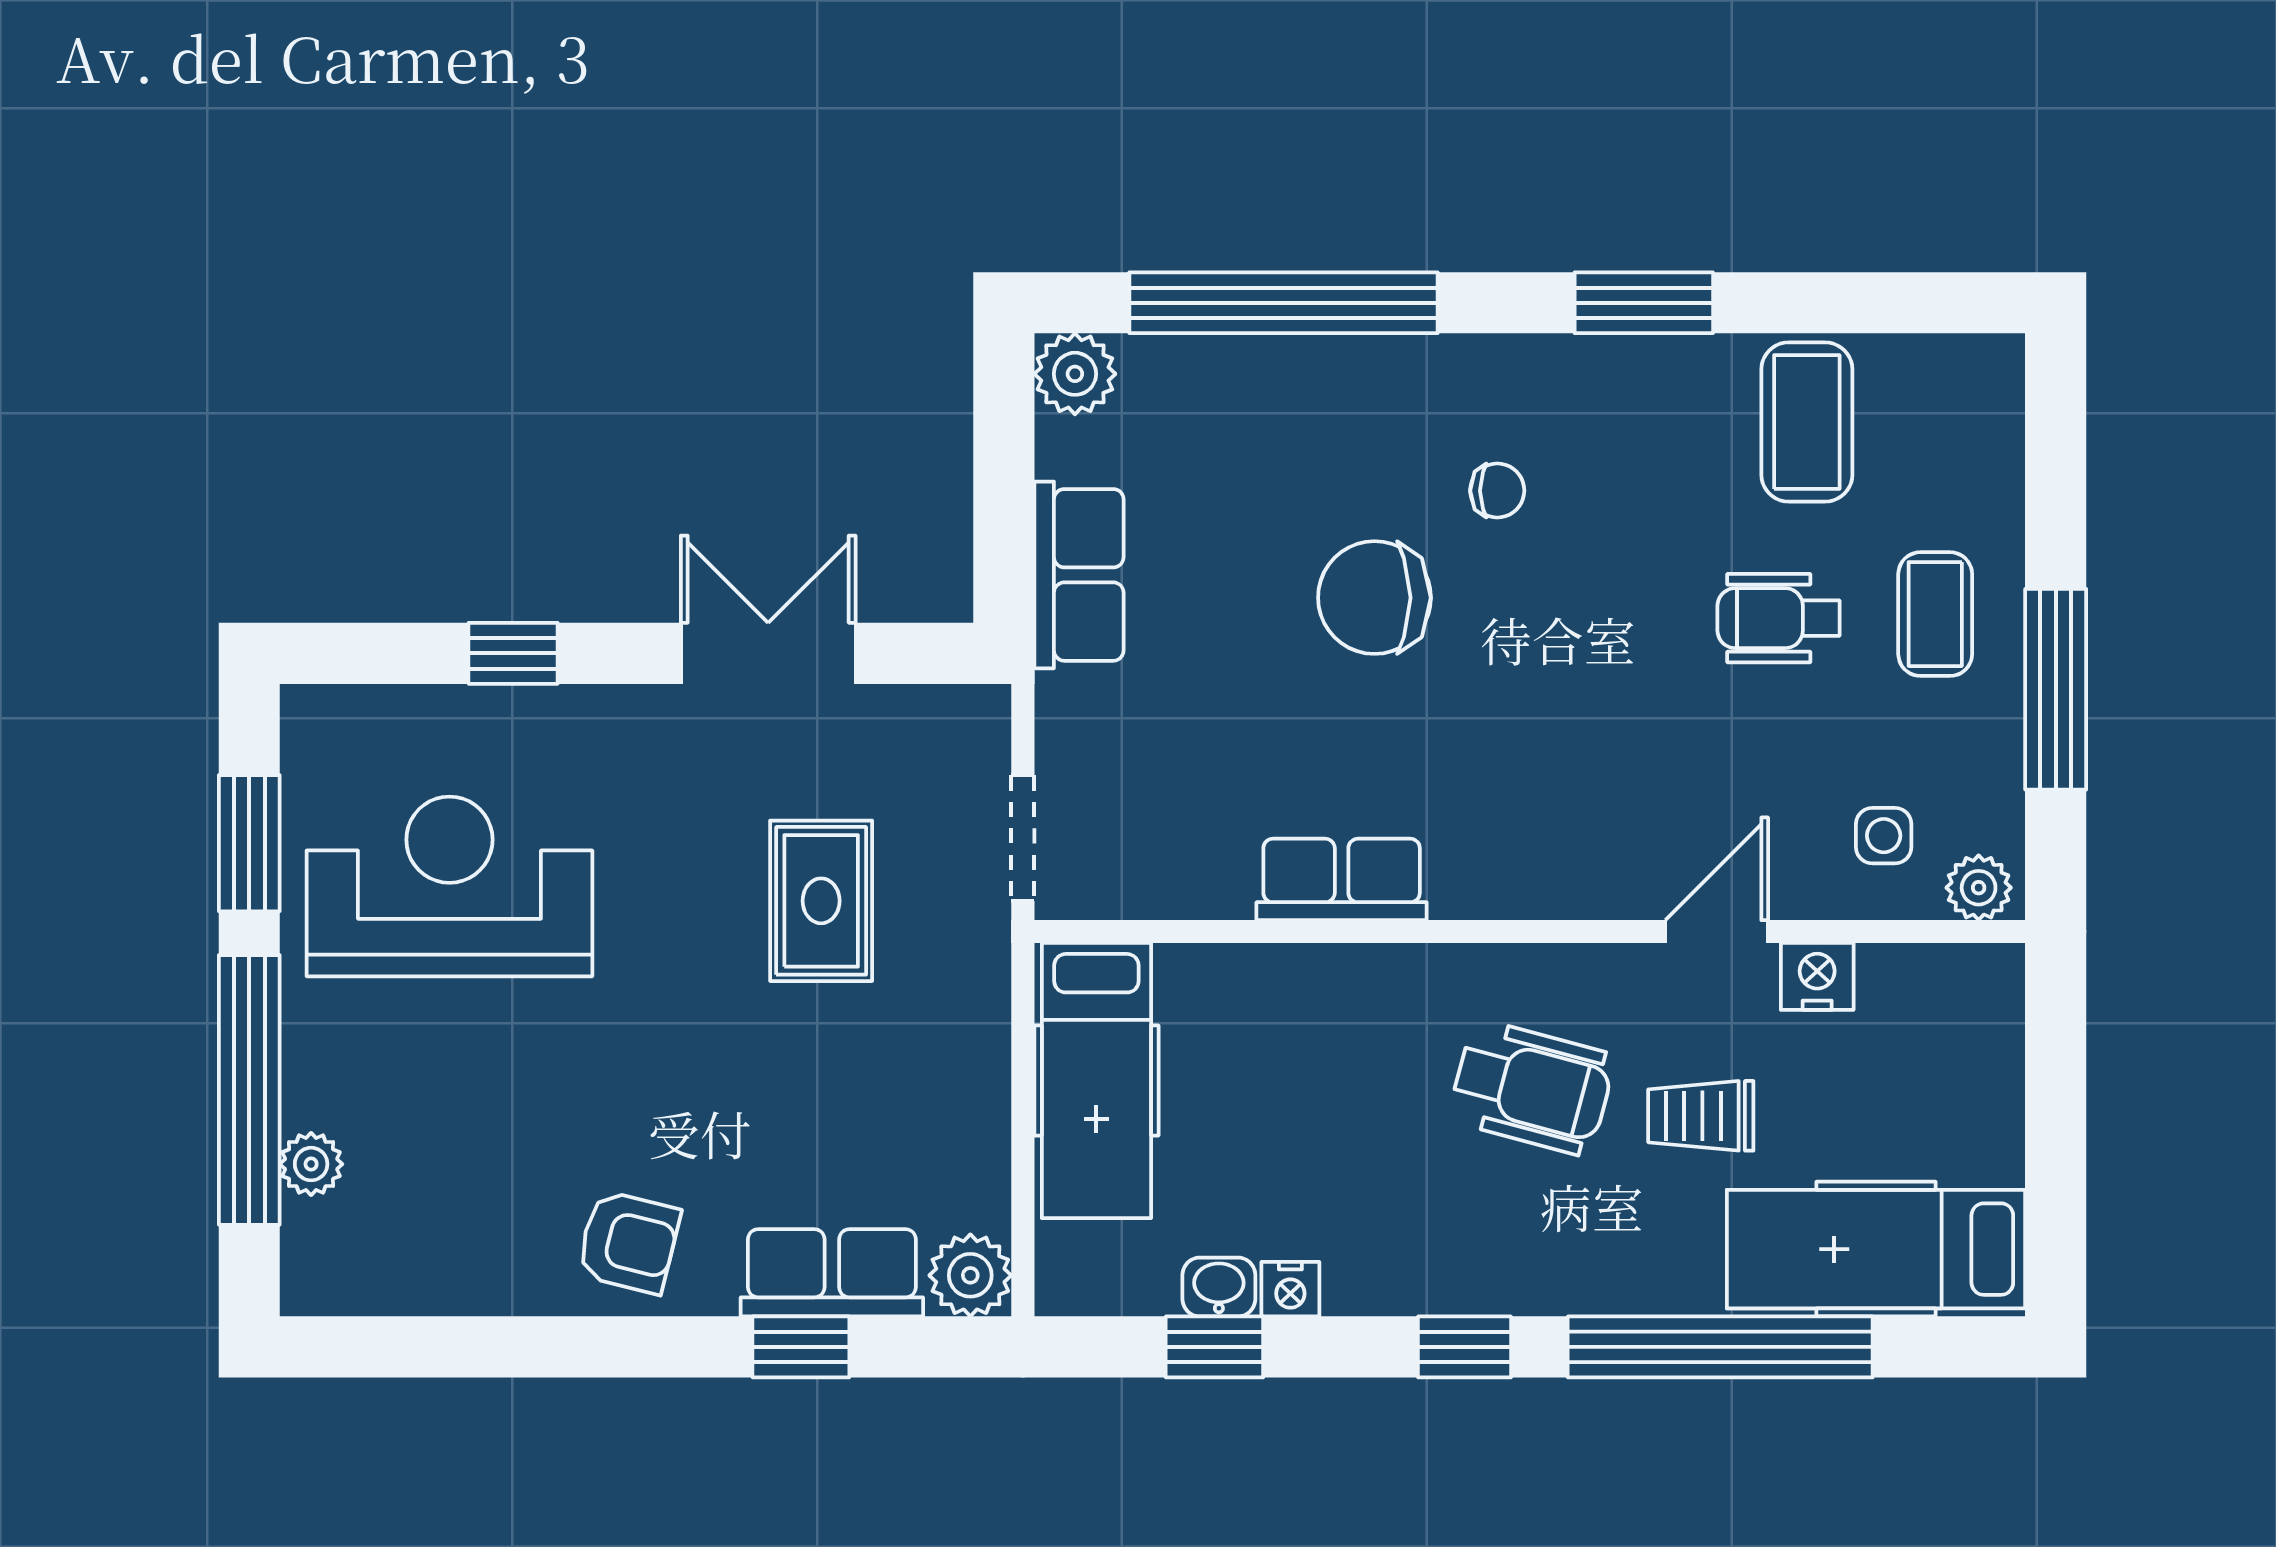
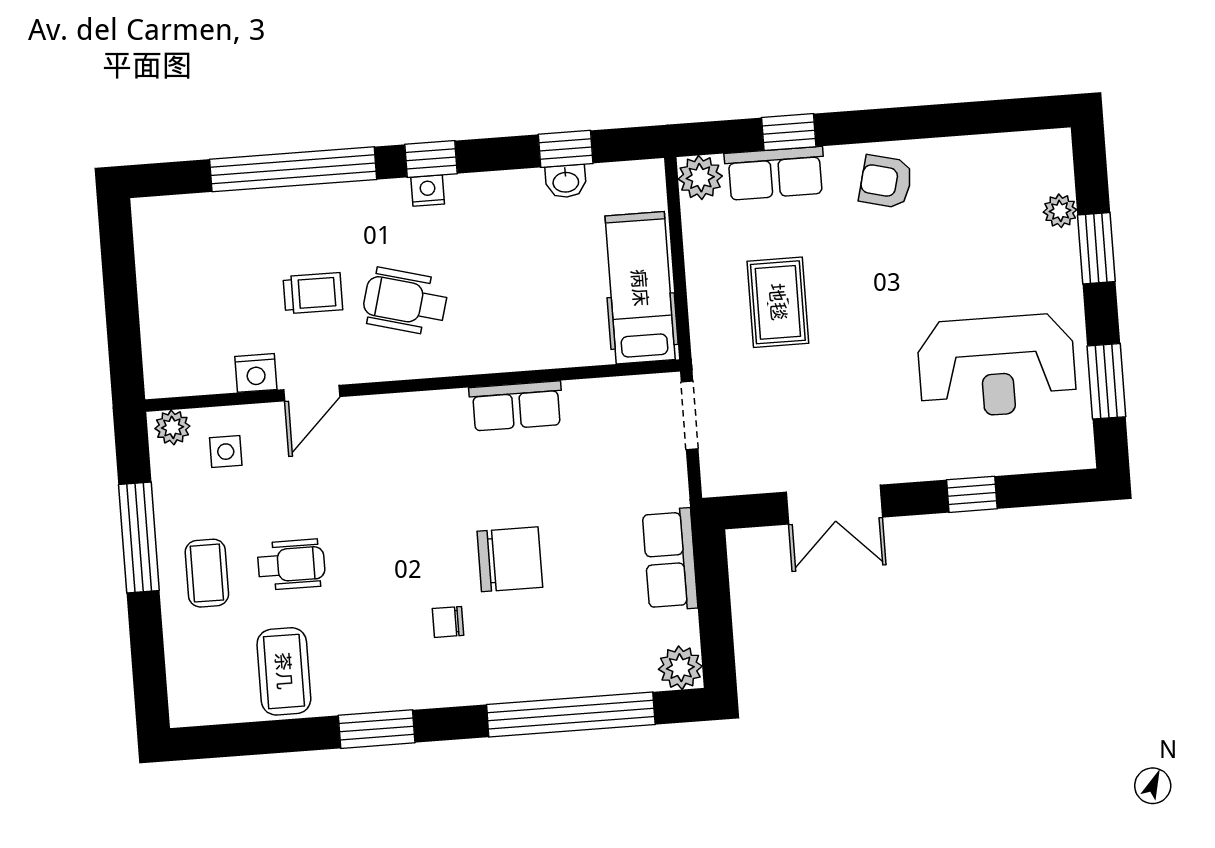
rug: (821, 901) -> (778, 302), moved
window: (249, 1090) -> (1096, 248), width x0.47
hospital bed: (1876, 1249) -> (213, 228), removed
nightstand: (1290, 1289) -> (428, 191), moved

